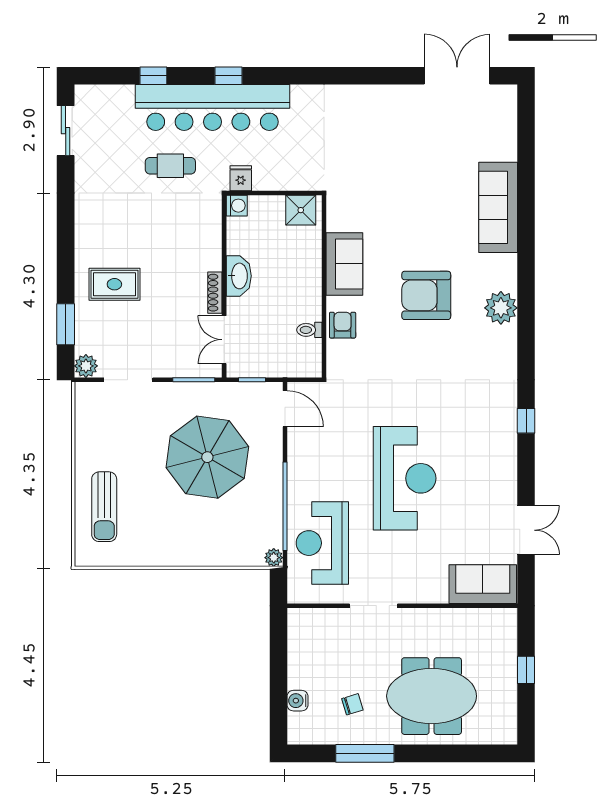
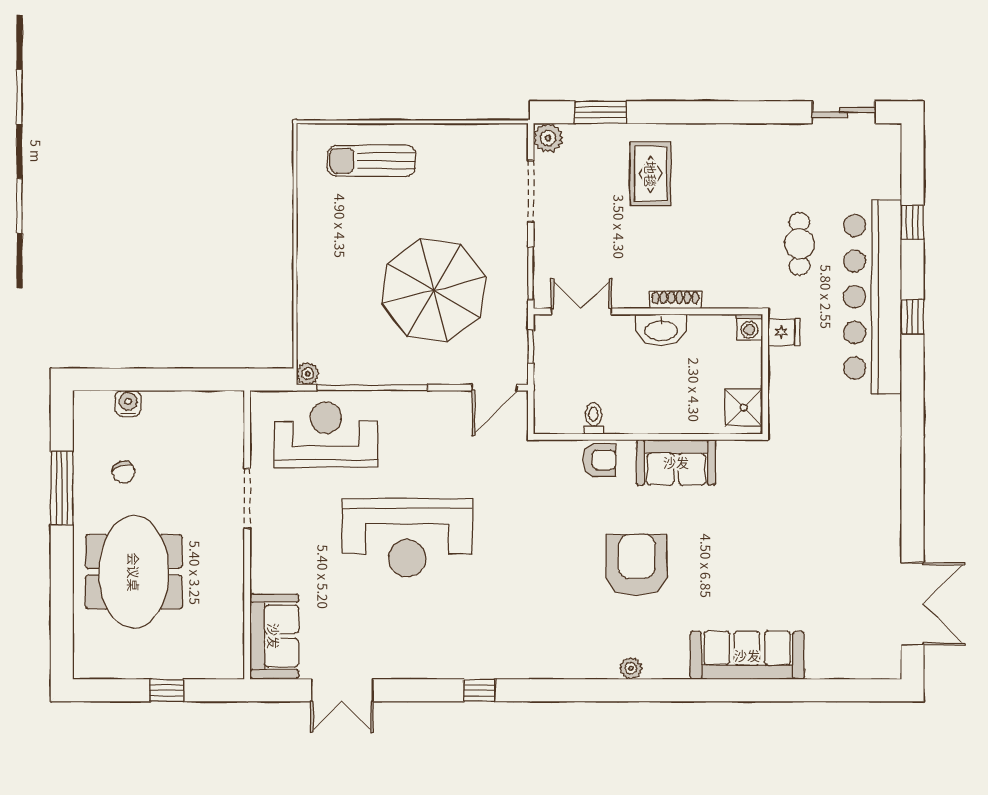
shoe rack: (215, 293) -> (675, 300), moved
plant: (501, 308) -> (631, 668), width x0.53, depth x0.53

